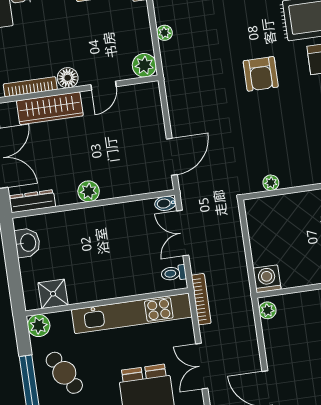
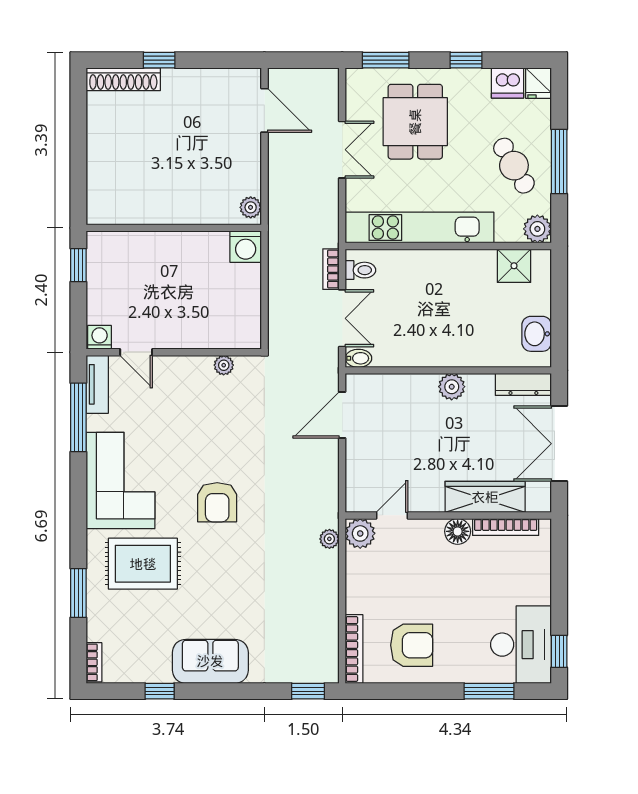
plant: (165, 33) -> (329, 539), moved
armchair: (261, 74) -> (217, 502), turned 180
door: (104, 86) -> (392, 515), moved
bookcase: (201, 299) -> (331, 269), moved, width x0.64

